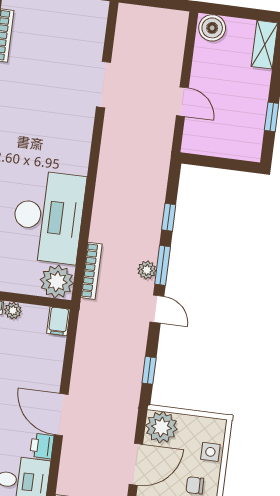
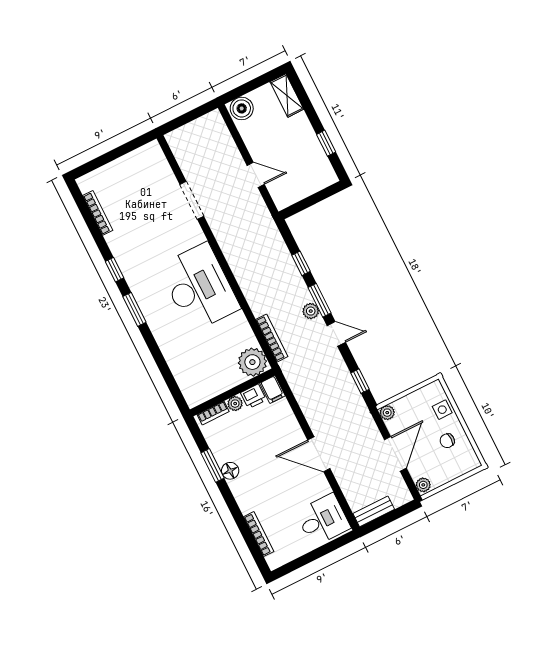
desk: (48, 217) -> (199, 287), moved
plant: (161, 427) -> (387, 413), width x0.53, depth x0.53
printer: (42, 446) -> (253, 396), moved, turned -90

